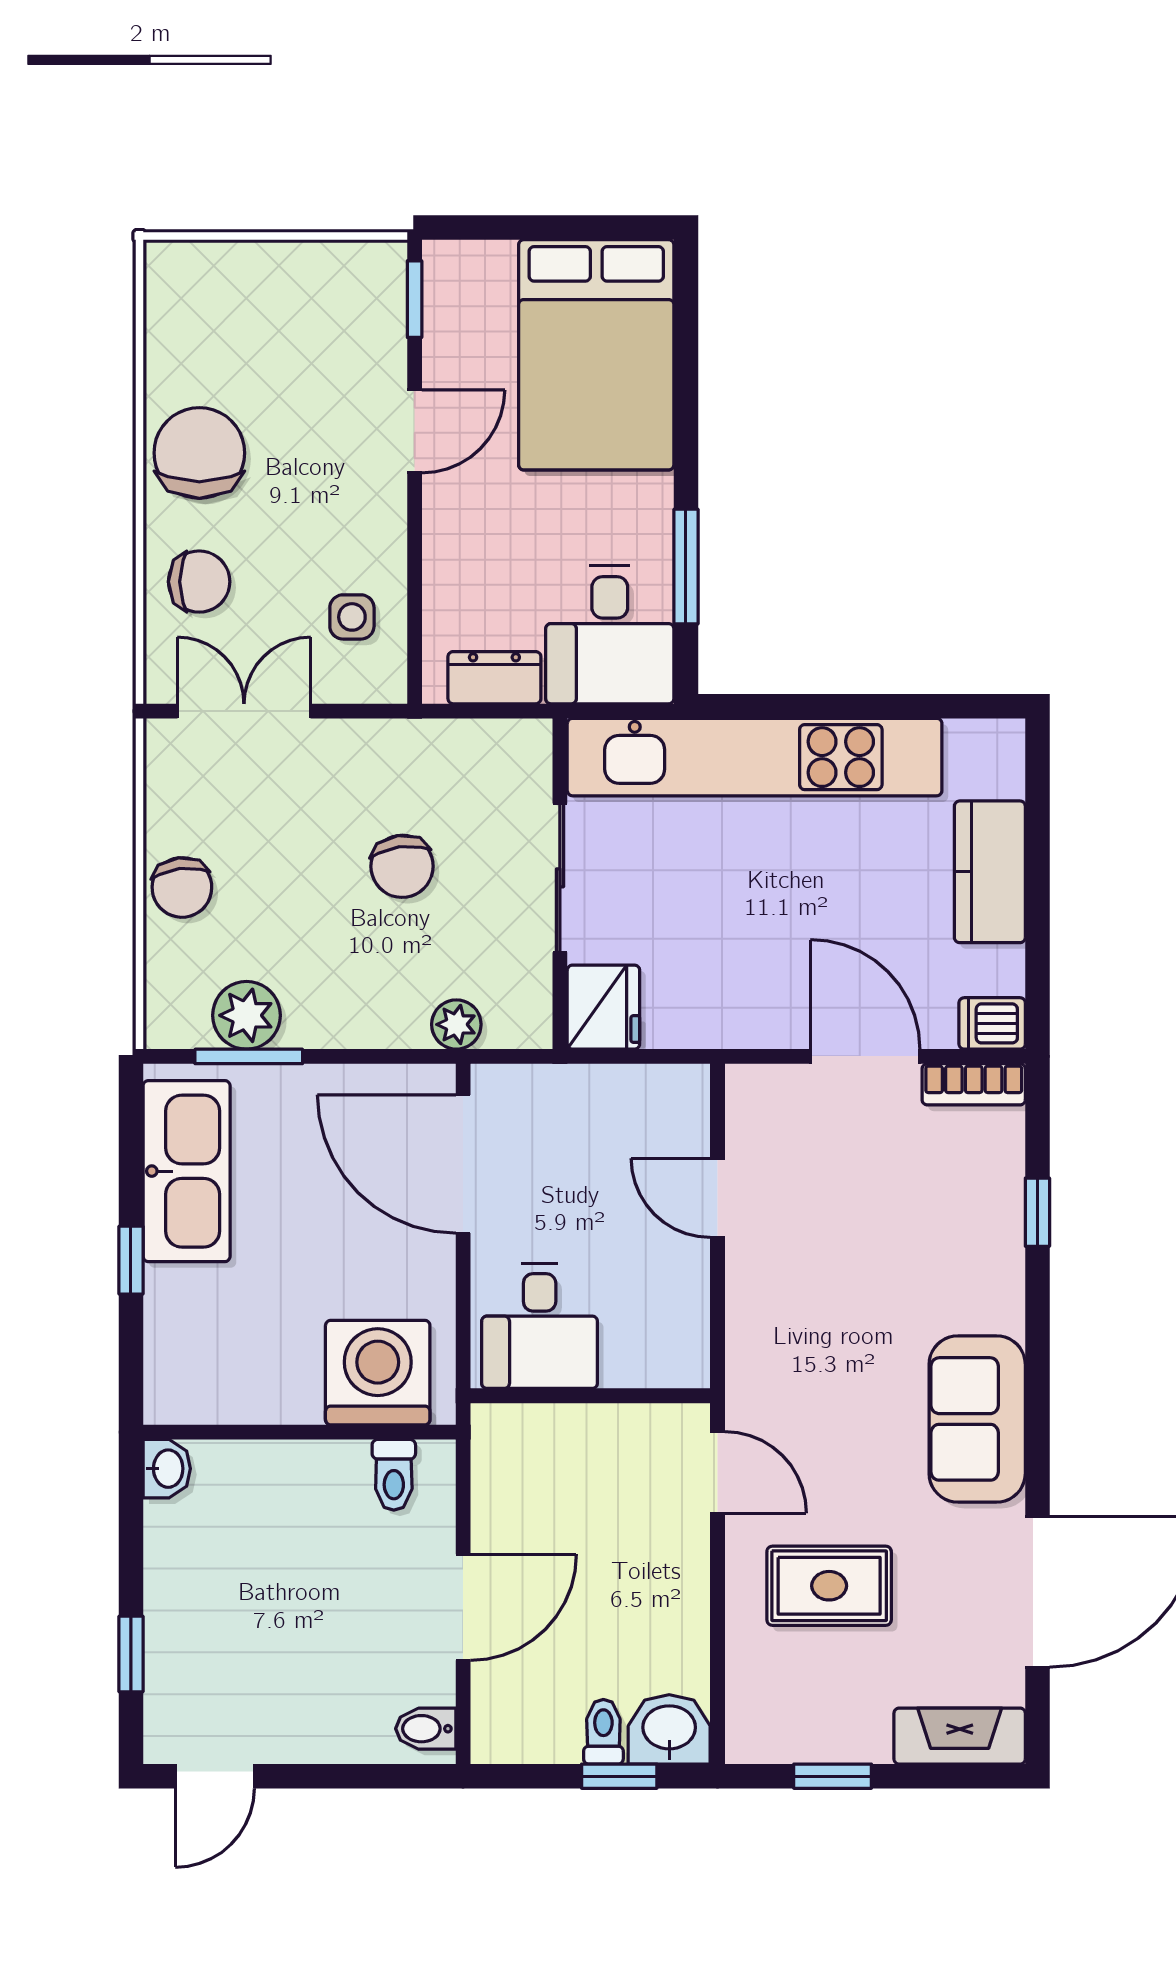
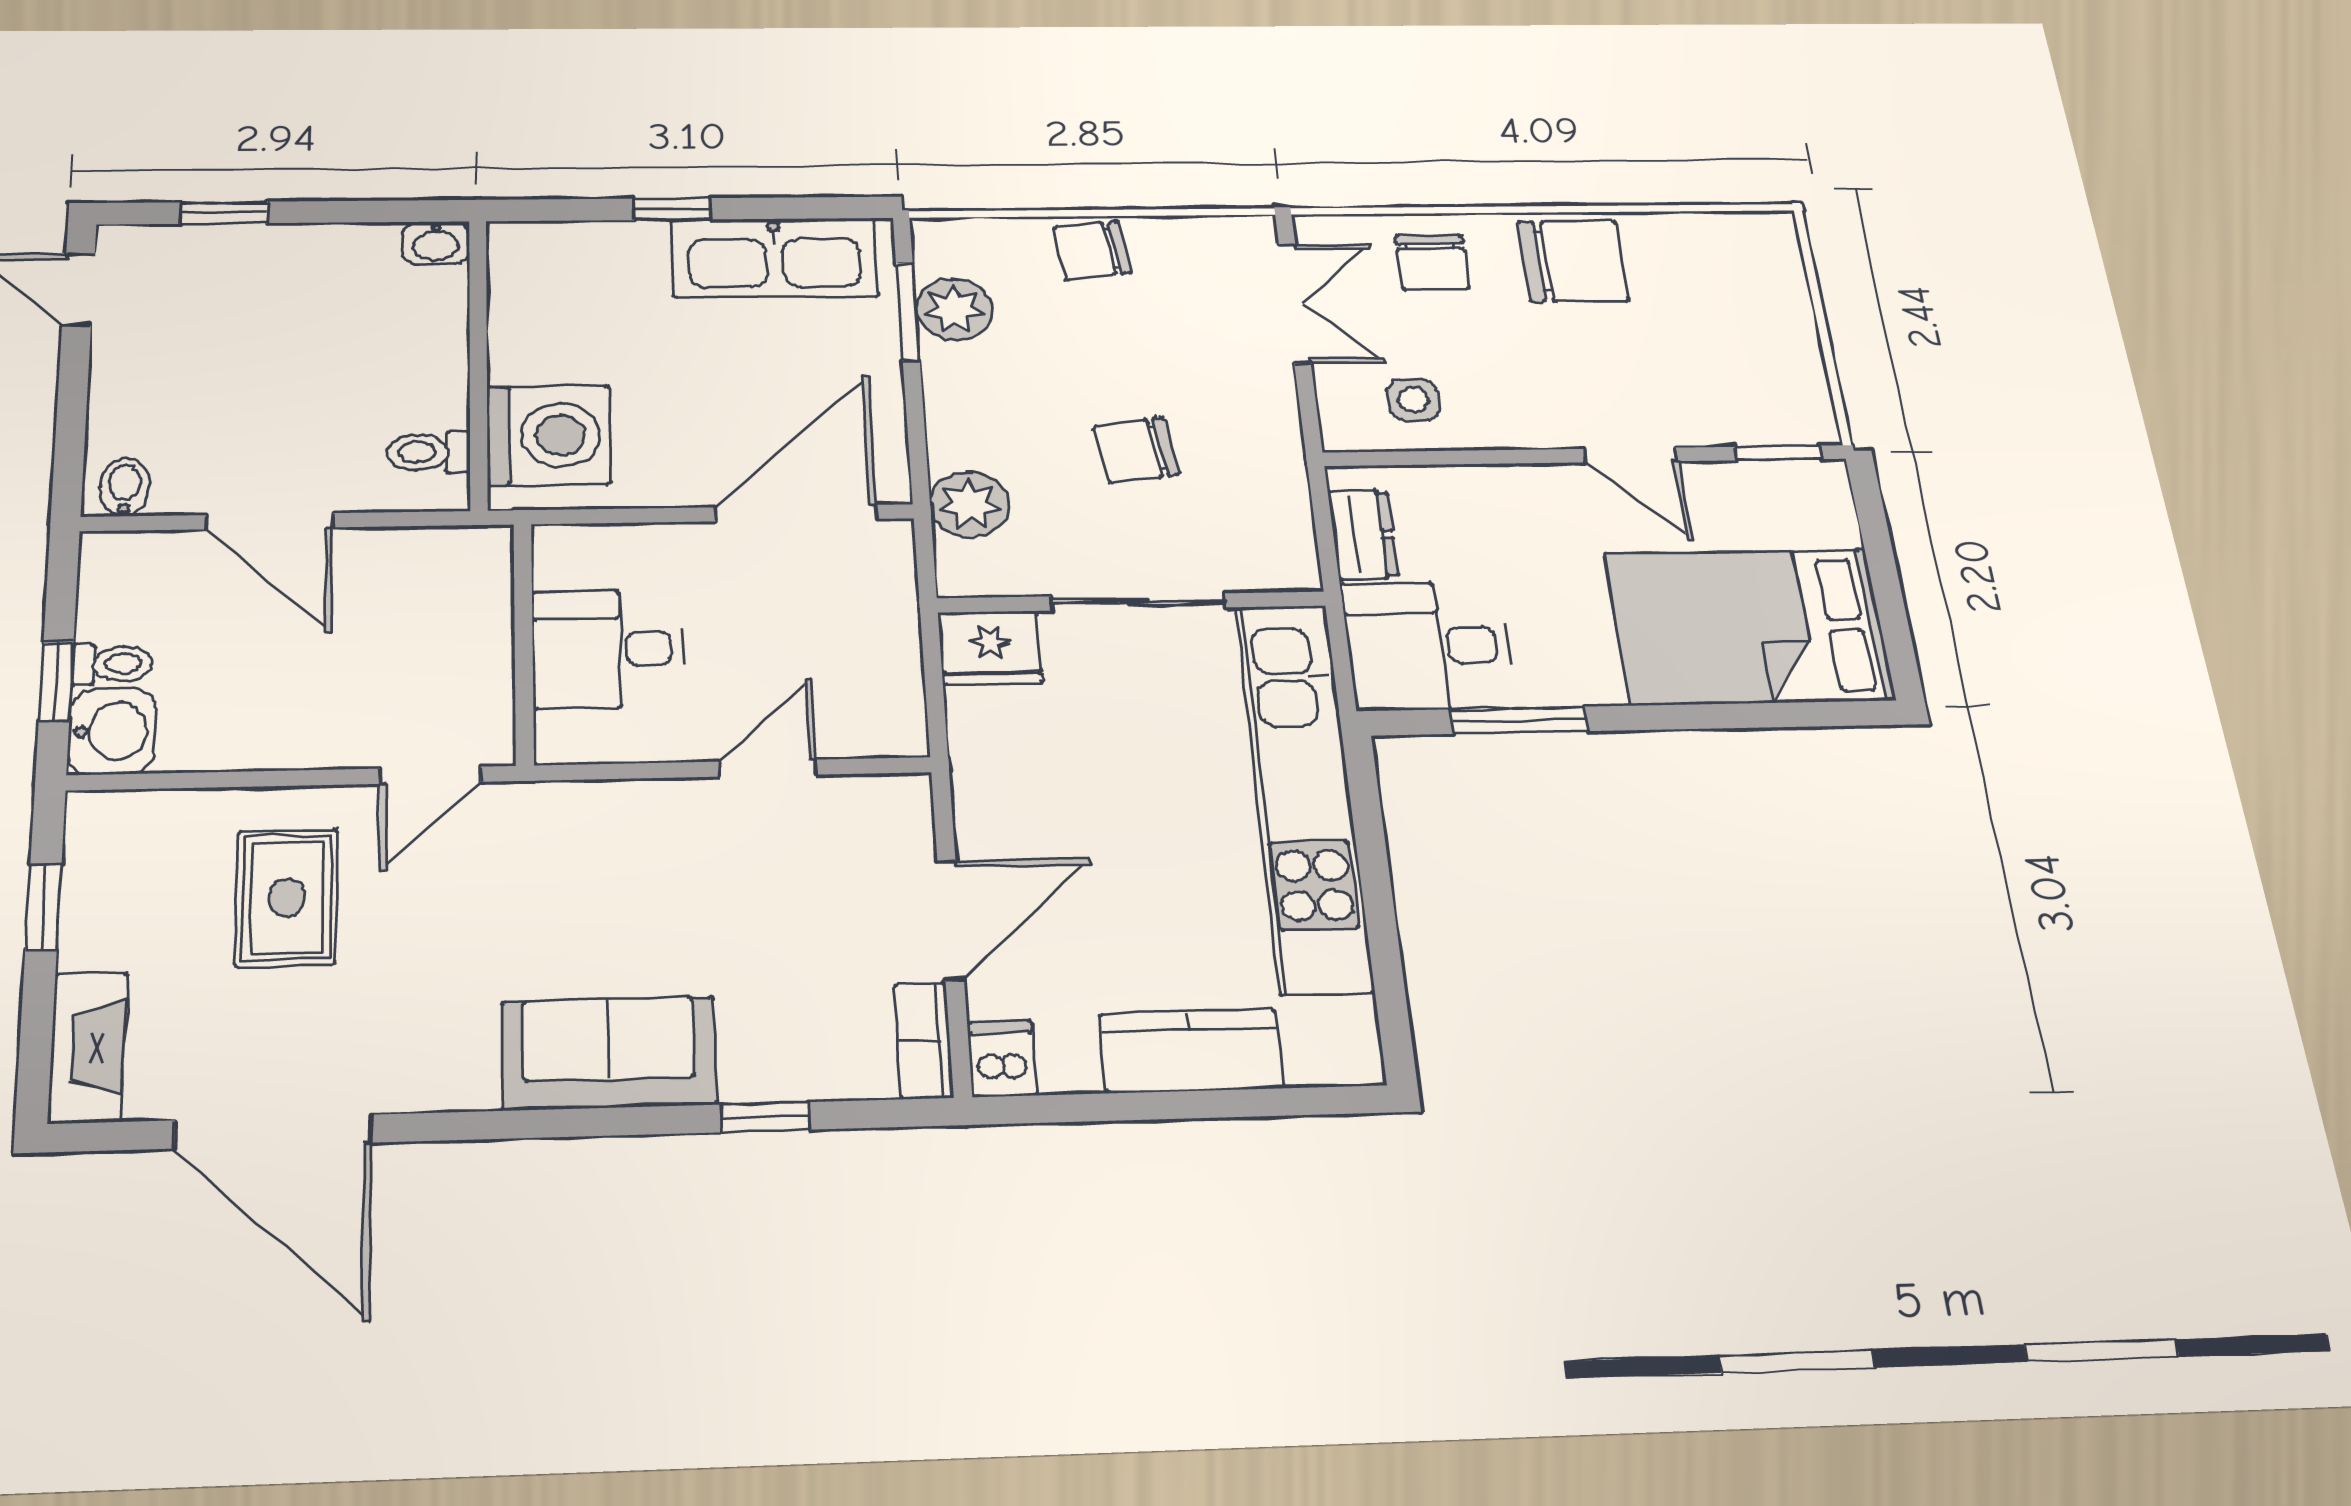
plant: (456, 1024) -> (969, 504), width x1.38, depth x1.38
desk: (540, 1326) -> (608, 649), moved
sofa: (977, 1419) -> (609, 1053), moved

